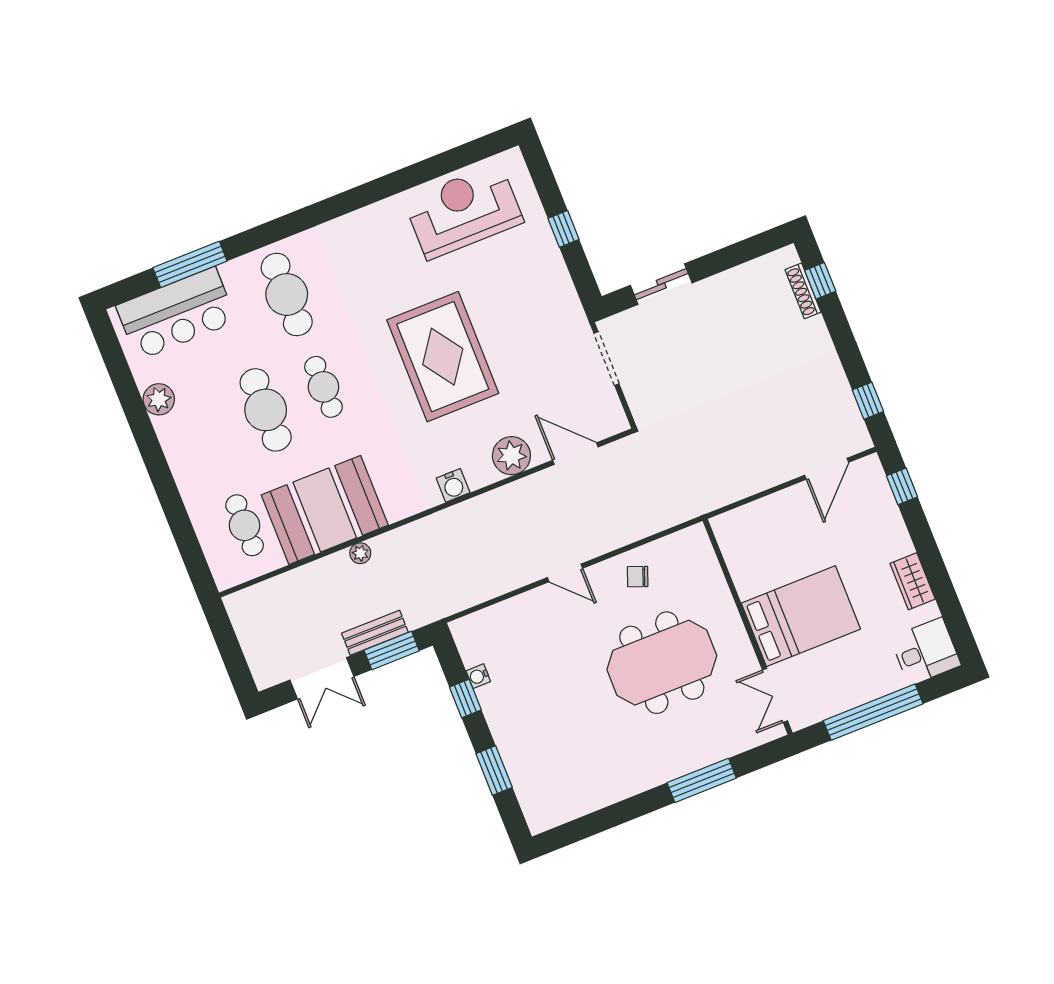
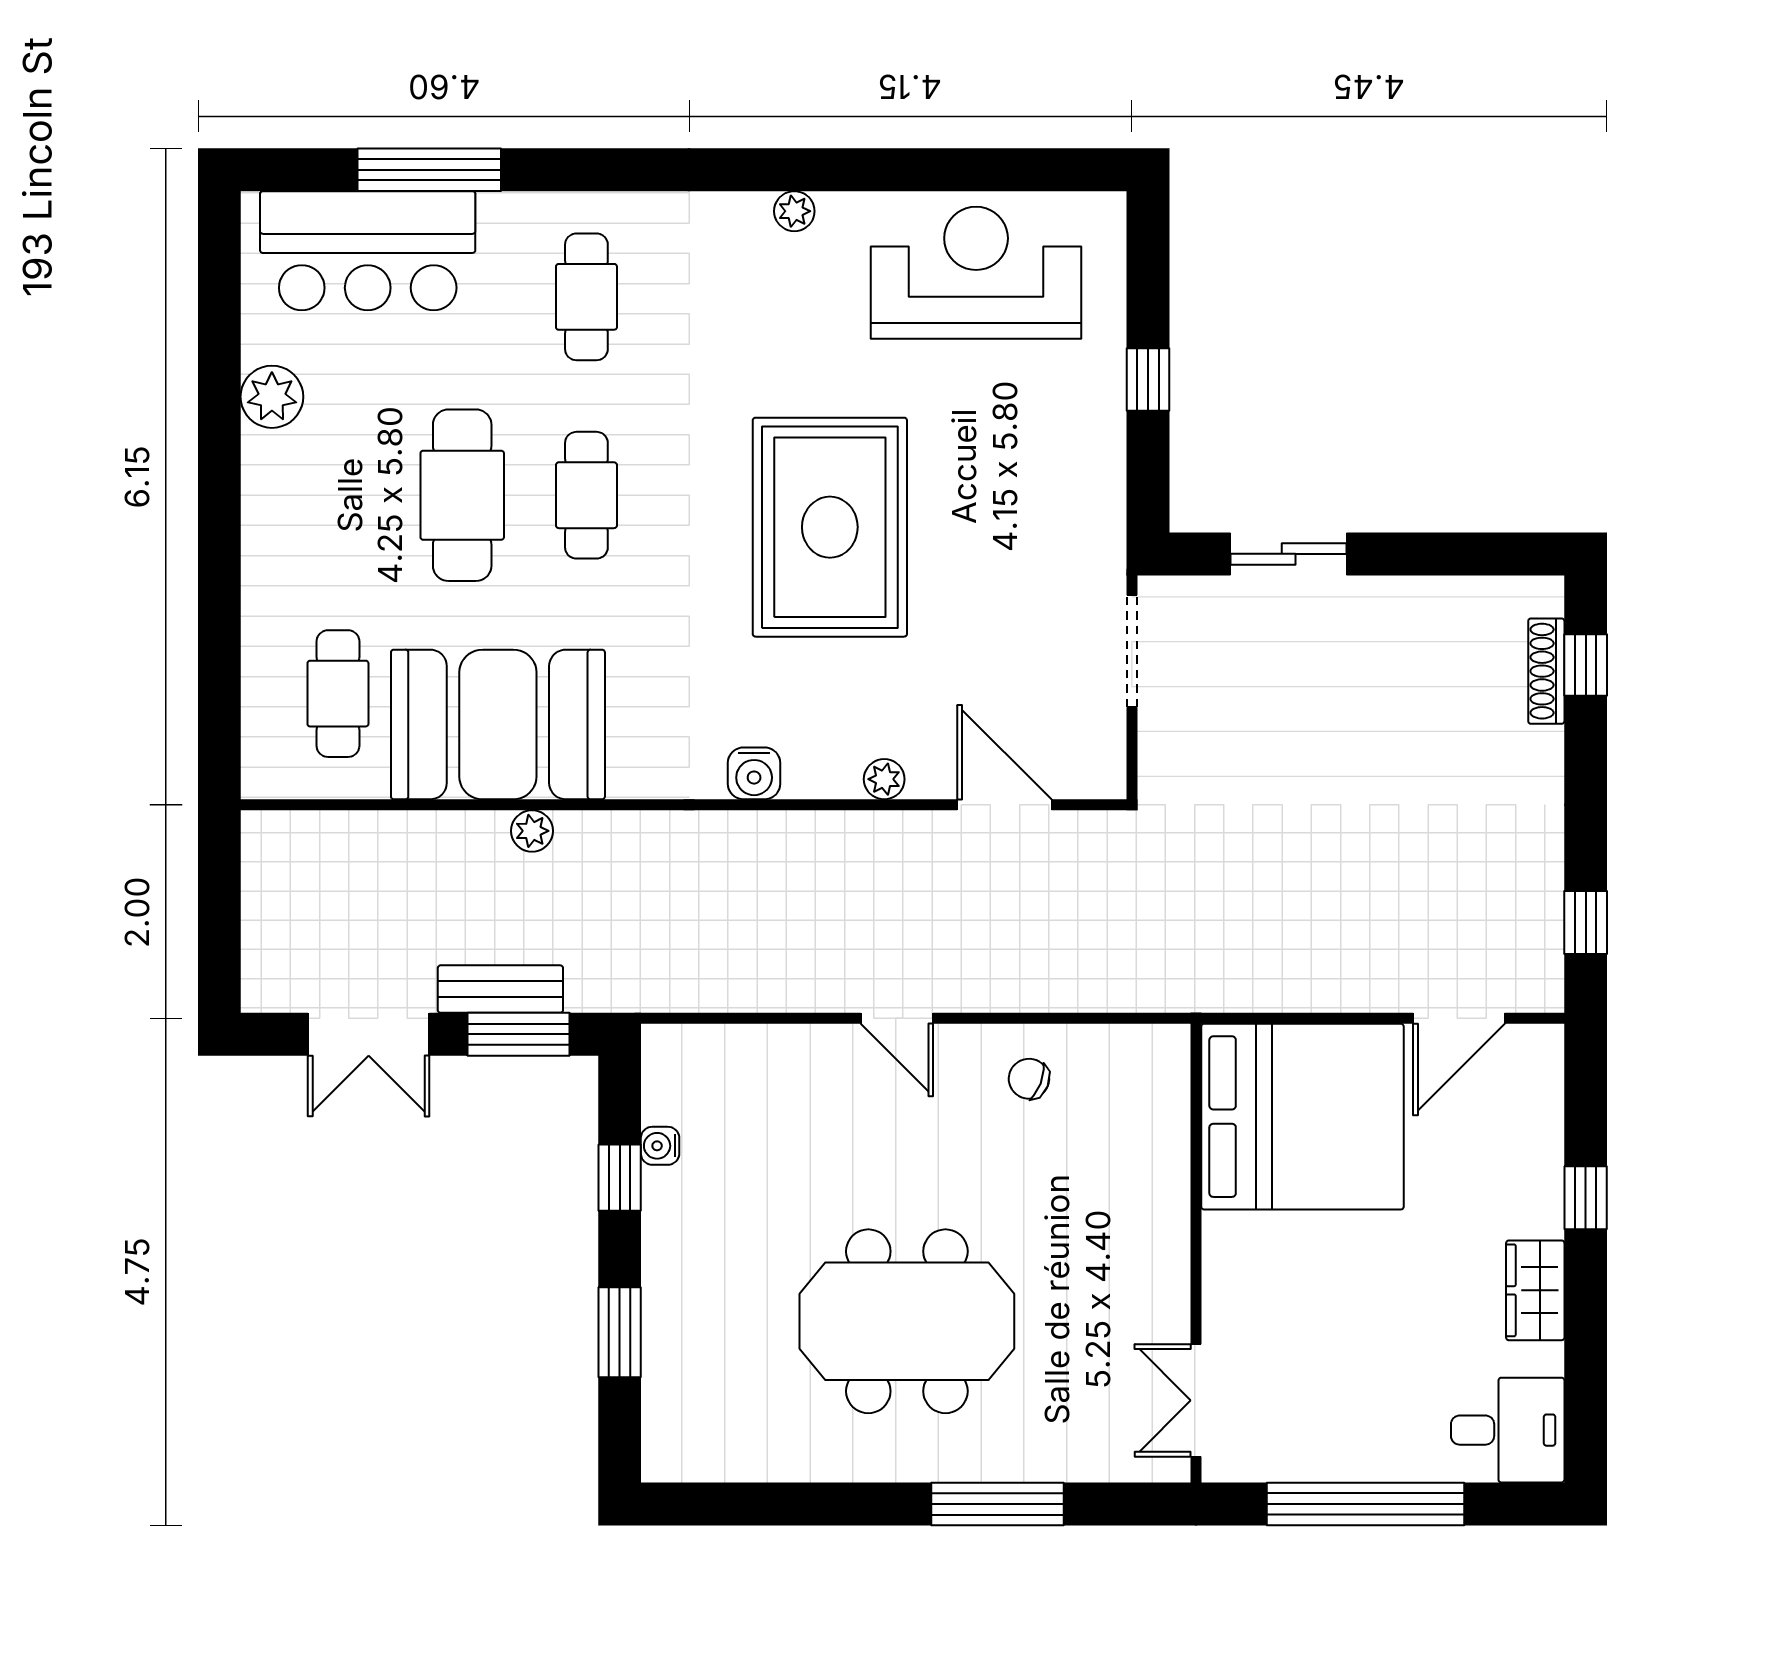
plant: (368, 216) -> (794, 211), added
cafe table: (287, 295) -> (586, 297), width x0.73, depth x0.74
plant: (511, 456) -> (884, 779), width x0.53, depth x0.53
window: (902, 486) -> (1586, 1198), moved
bed: (801, 616) -> (1302, 1117), moved, width x1.36
meeting table: (662, 663) -> (907, 1321), moved

